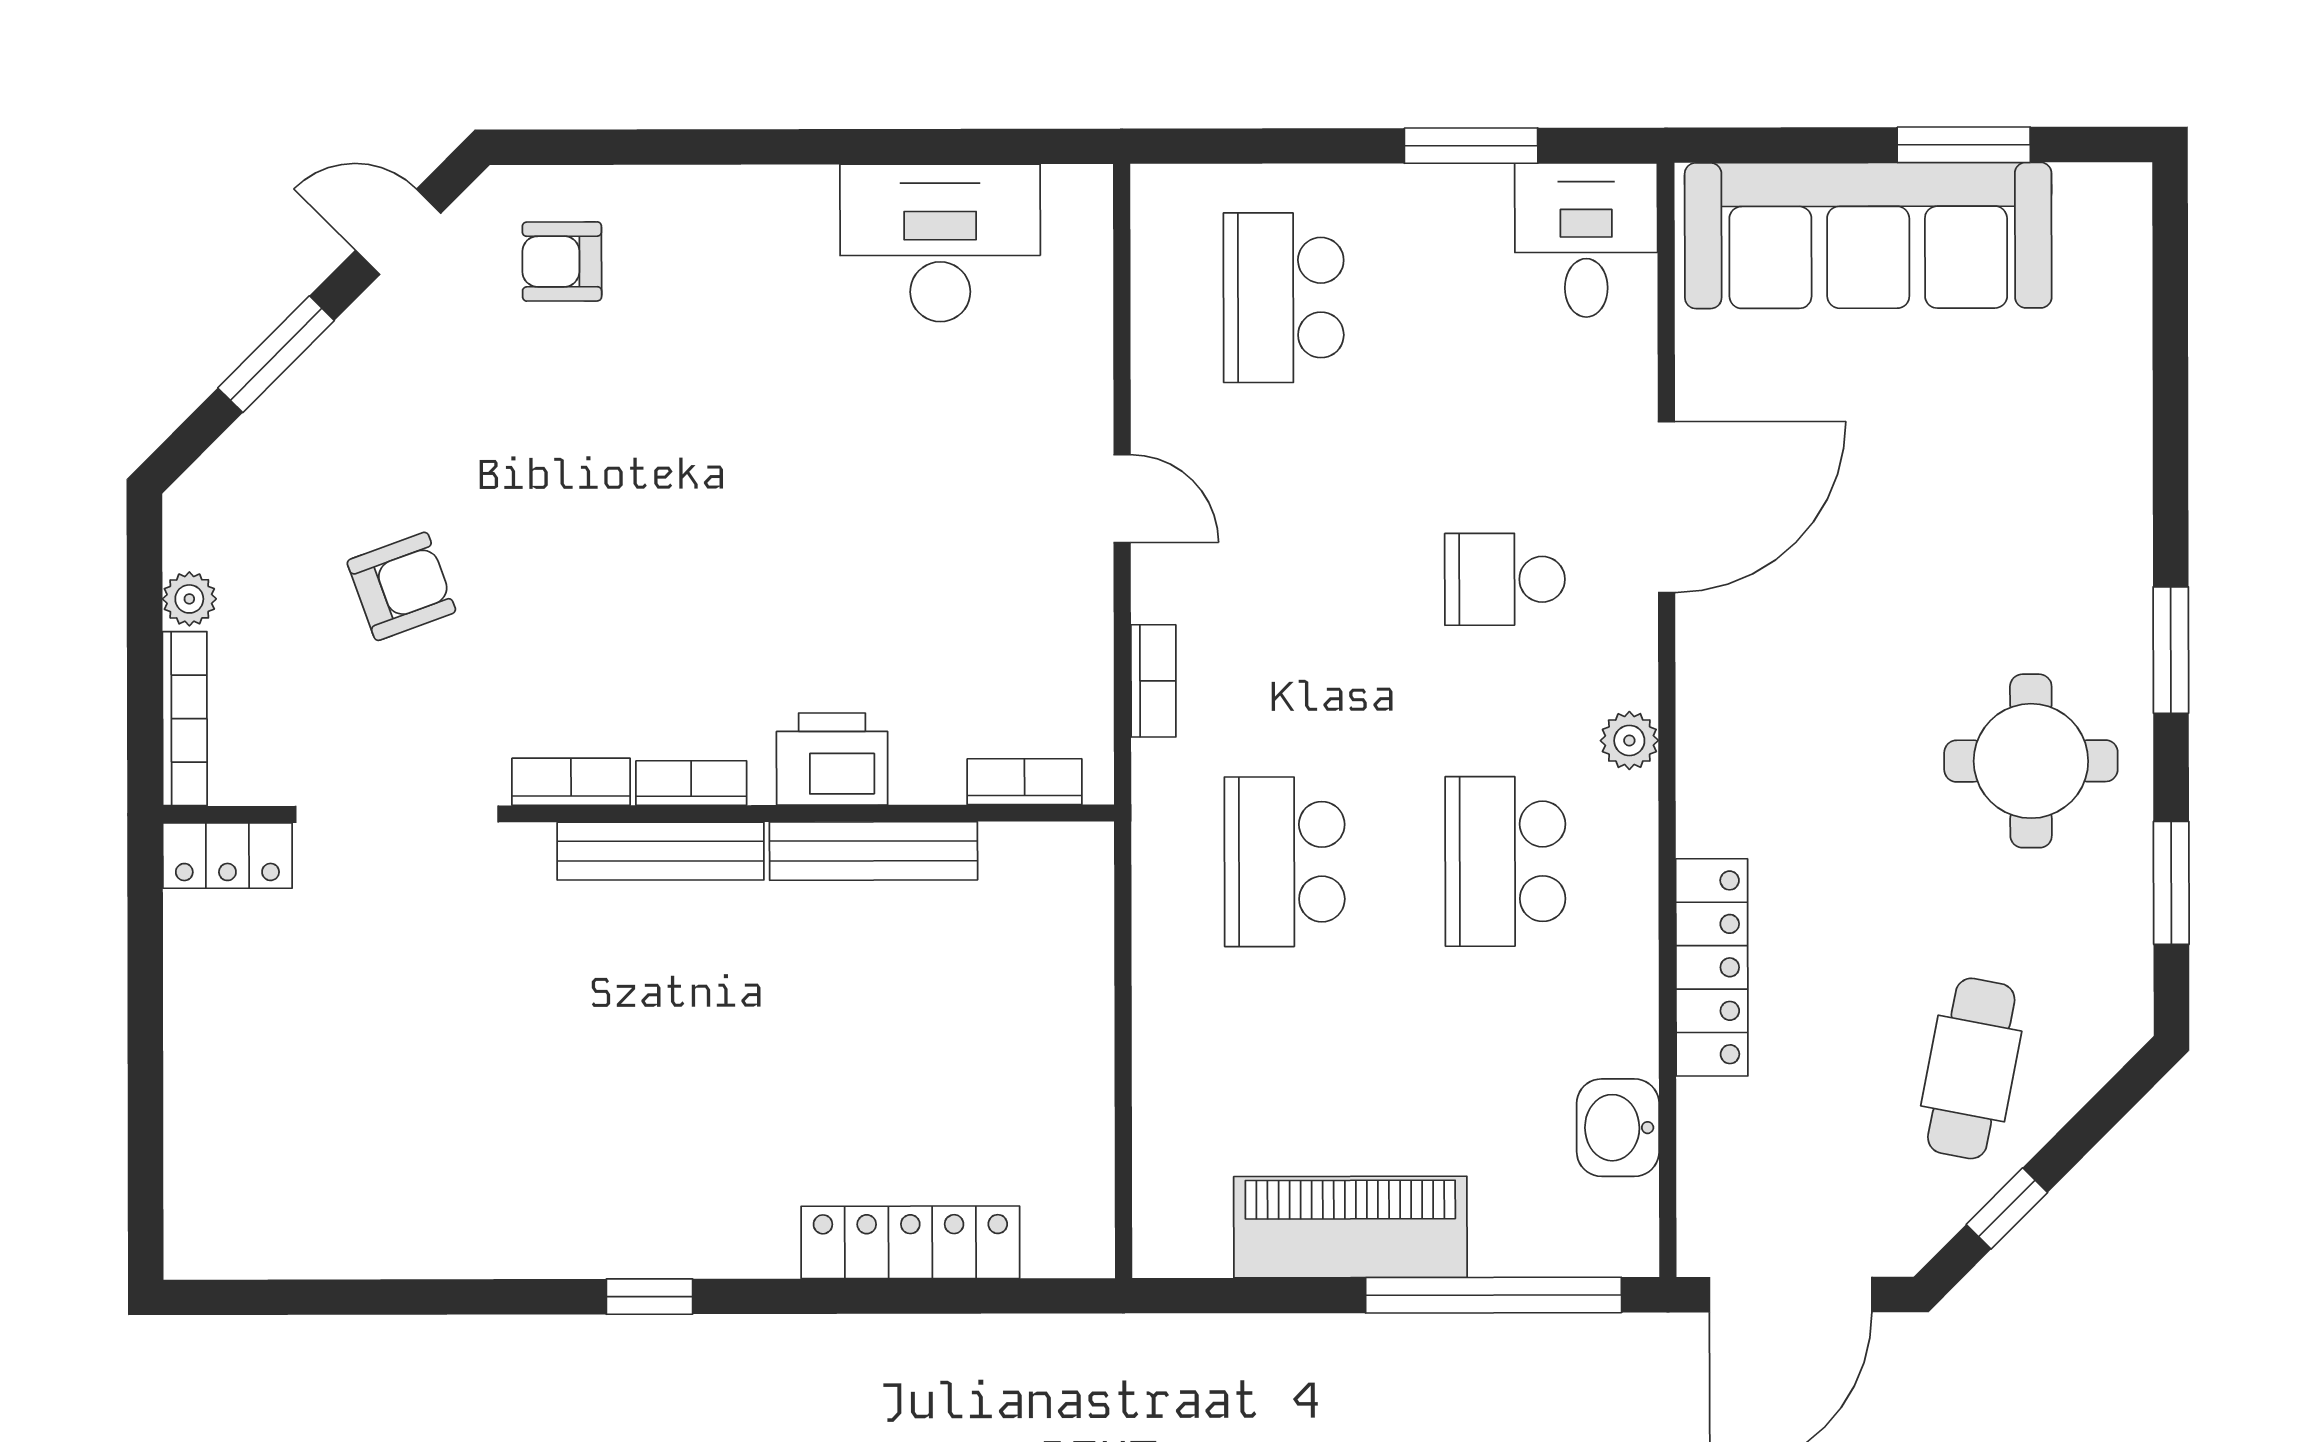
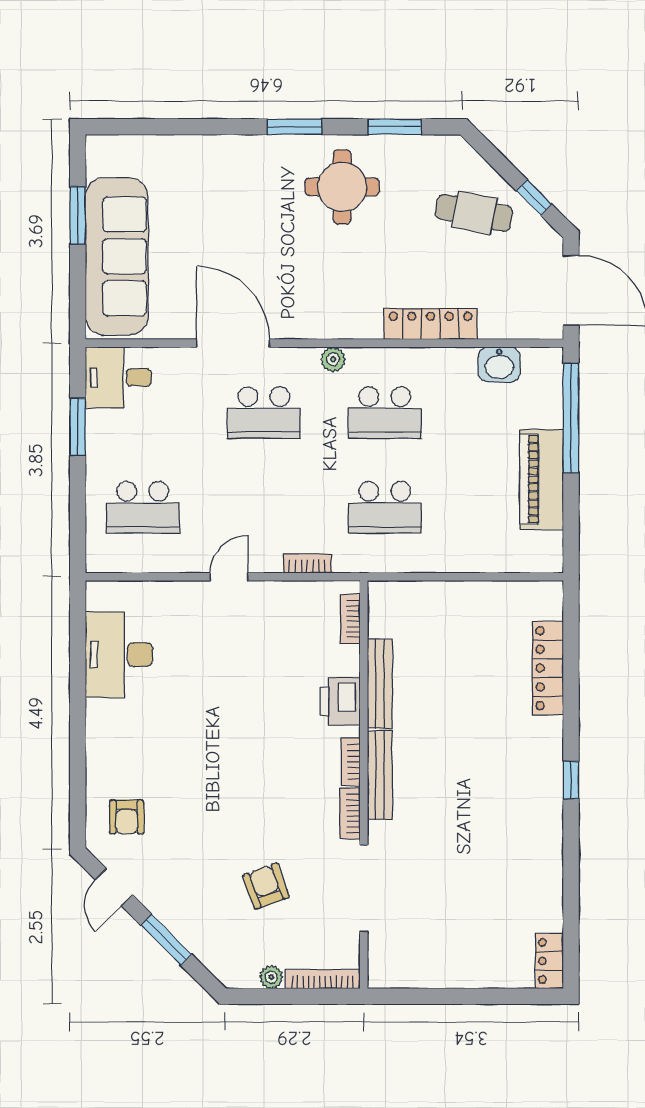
school desk: (1505, 579) -> (264, 413), width x1.85
locker: (227, 856) -> (549, 961), moved, turned 180

